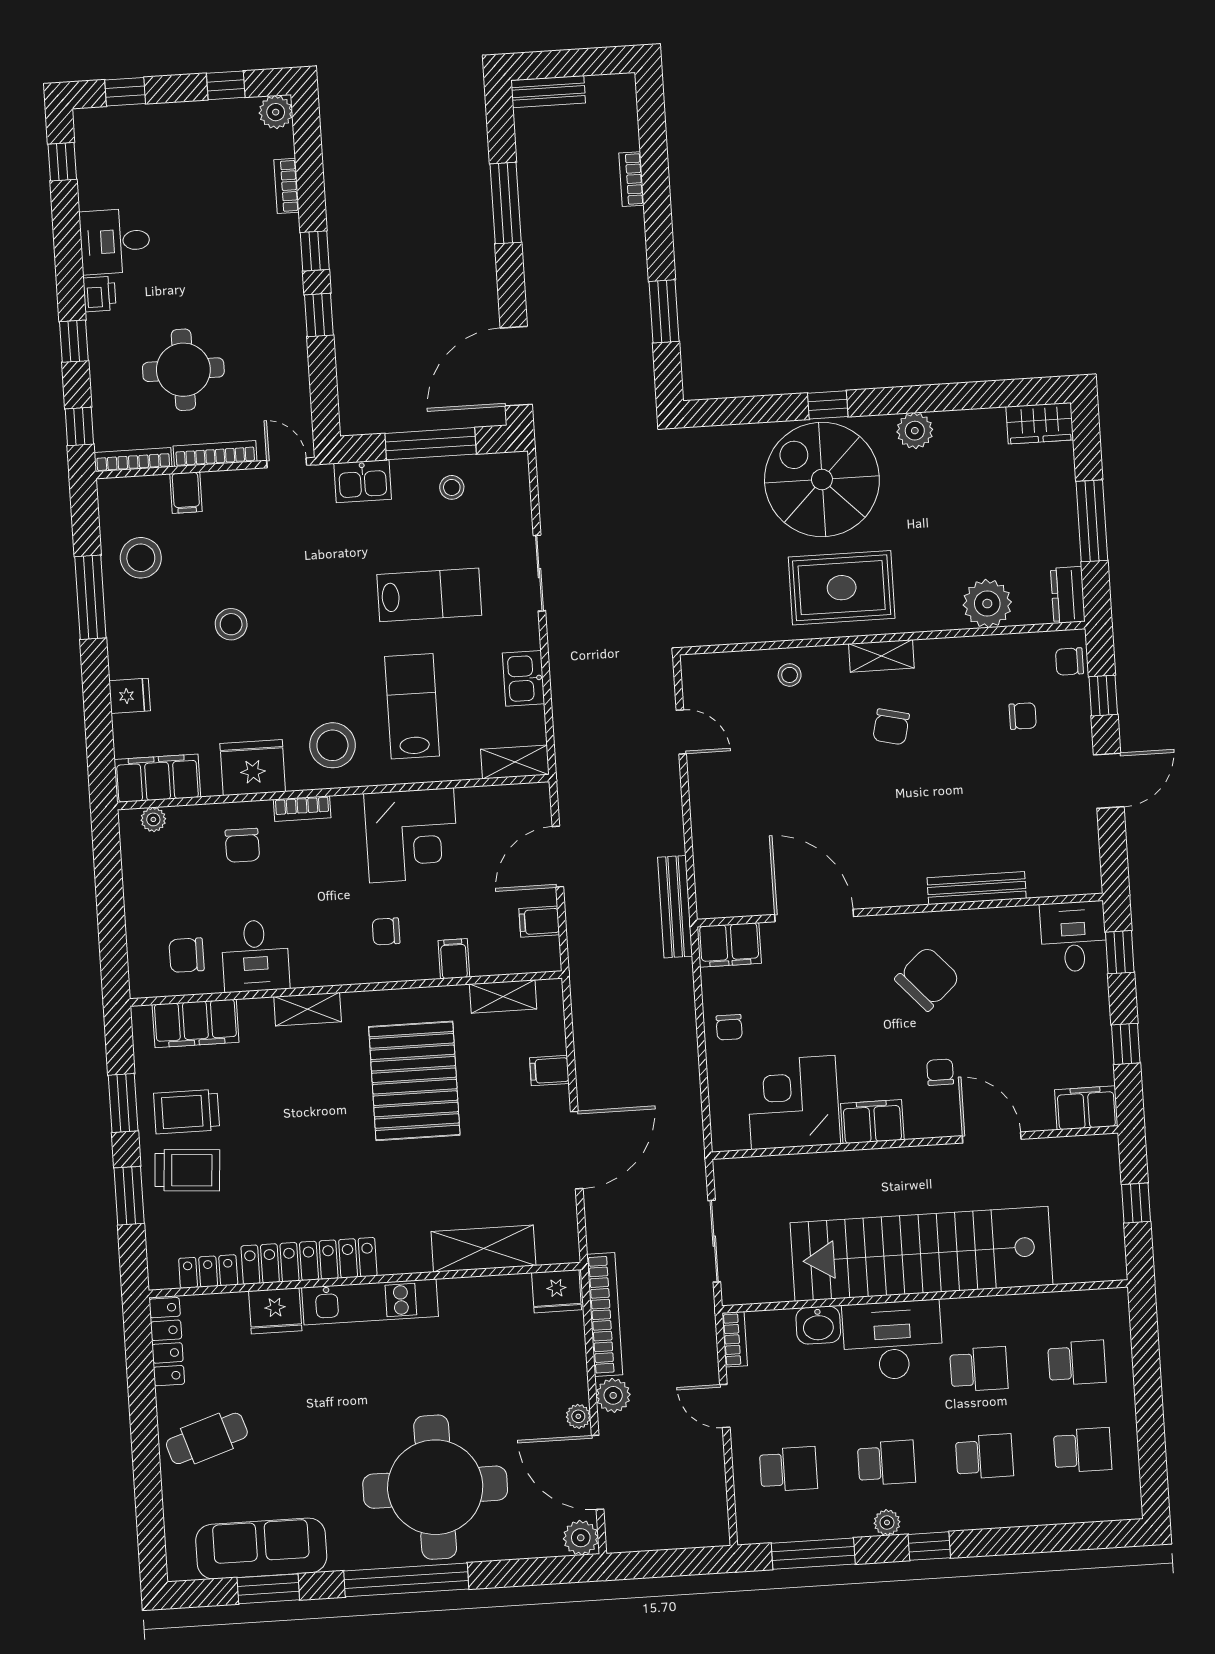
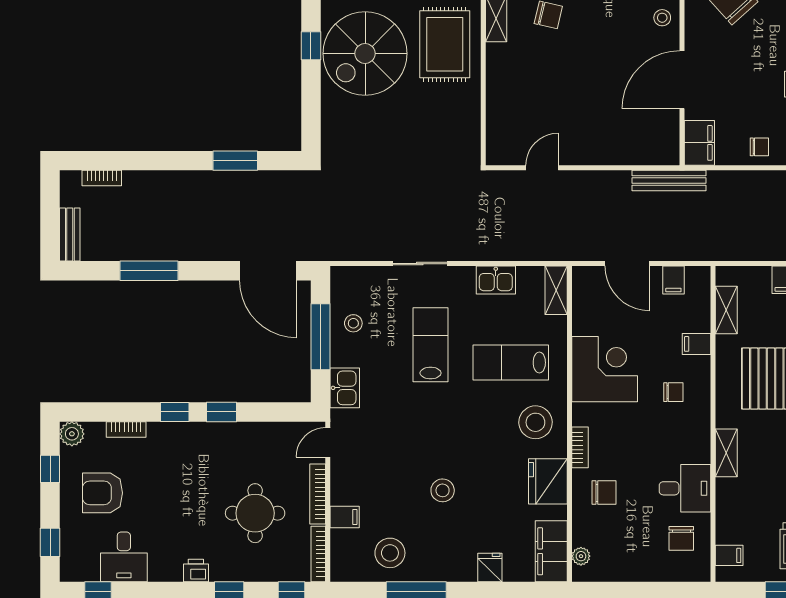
armchair: (198, 159) -> (102, 493), added
bookcase: (631, 179) -> (102, 178), moved
desk: (115, 241) -> (124, 557), moved
stool: (790, 675) -> (662, 18), moved
chair: (386, 931) -> (673, 392), turned -90
filing cabinet: (196, 1023) -> (729, 555), width x0.33, depth x0.86

